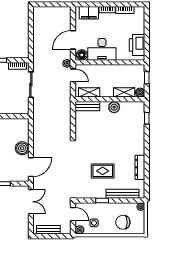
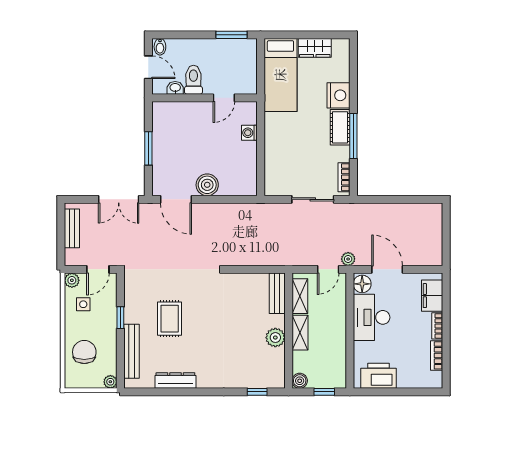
shelving: (124, 92) -> (300, 333), moved

